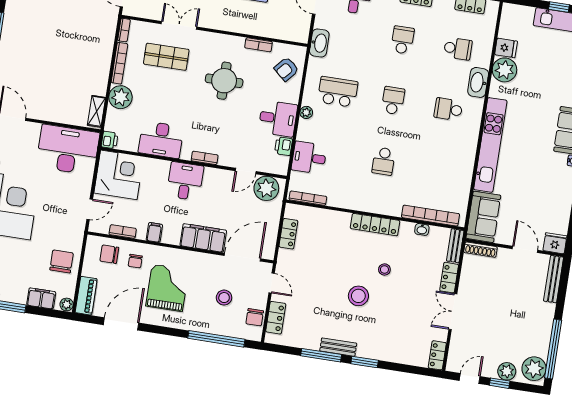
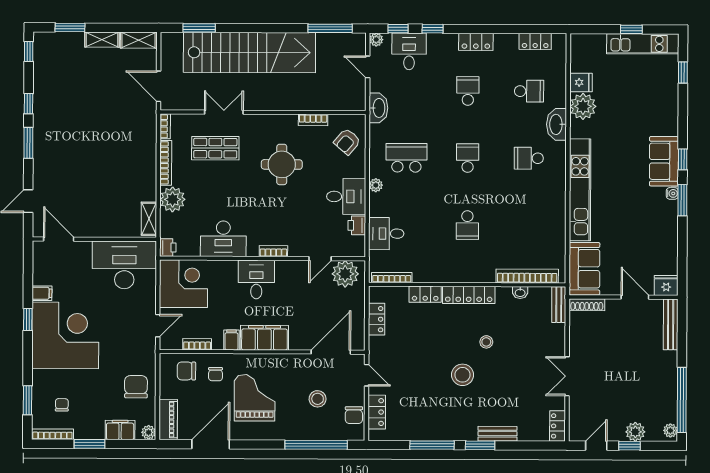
filing cabinet: (203, 238) -> (264, 338), moved
locker: (449, 278) -> (425, 294), moved, turned -90
bench: (338, 347) -> (498, 434), moved
plant: (534, 369) -> (670, 431), width x0.53, depth x0.53

